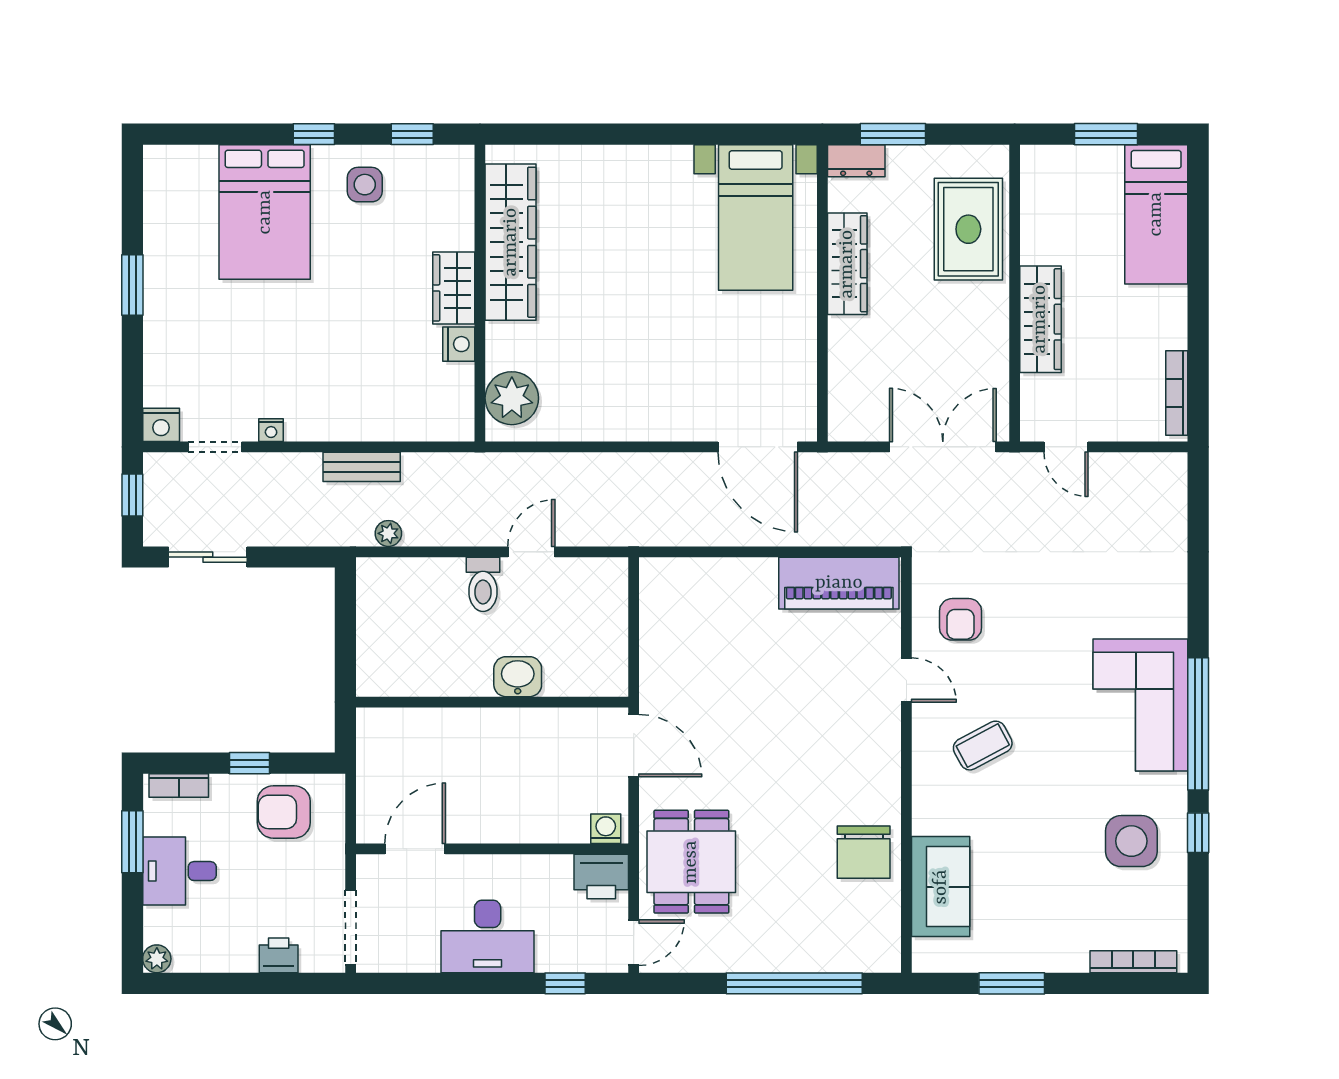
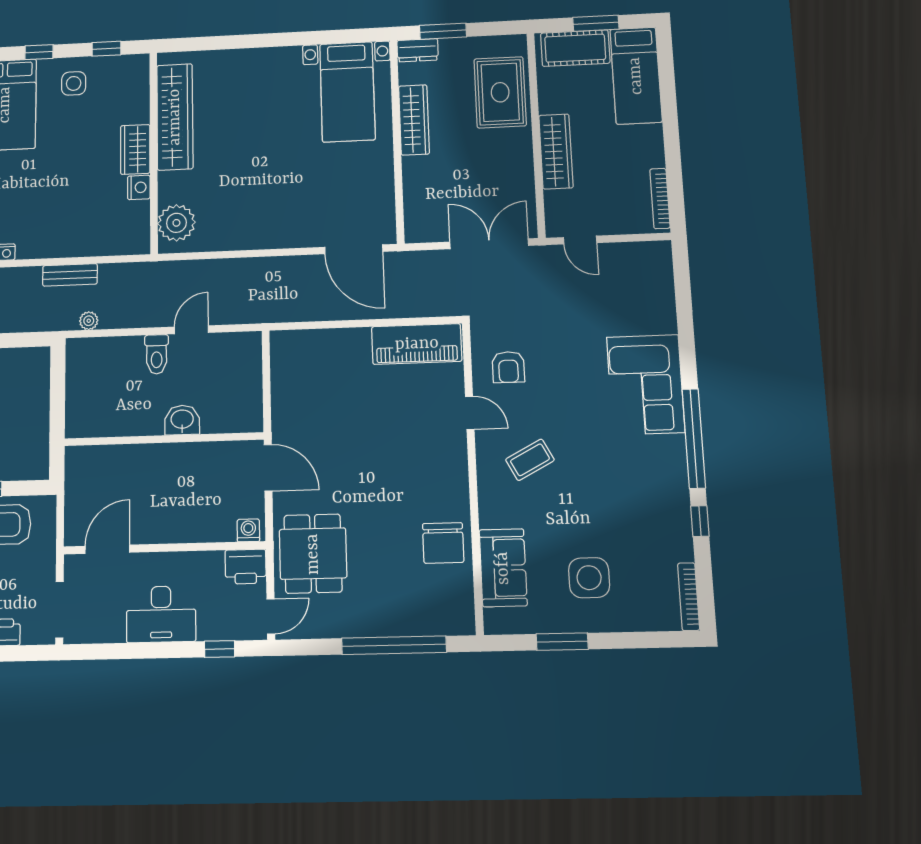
cot: (1075, 170) -> (575, 48), added
corner sofa: (1140, 705) -> (646, 385), moved
side table: (1131, 841) -> (589, 578), moved
bookcase: (1133, 962) -> (689, 597), moved, turned -90

